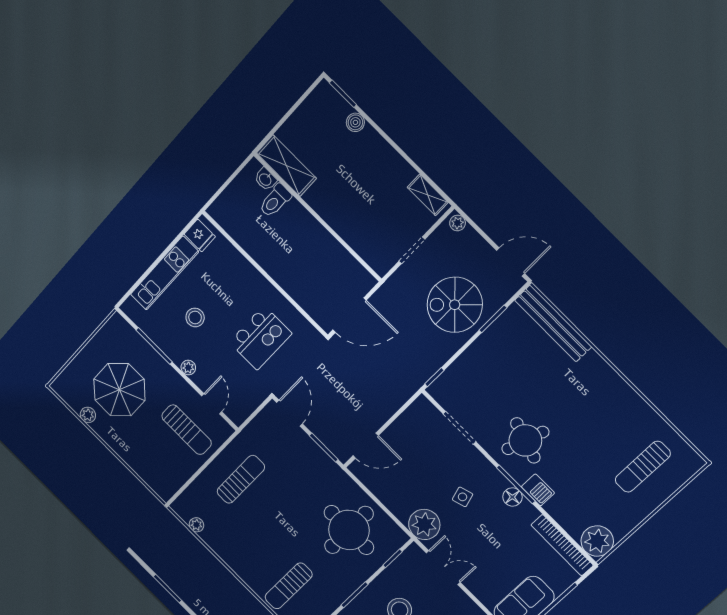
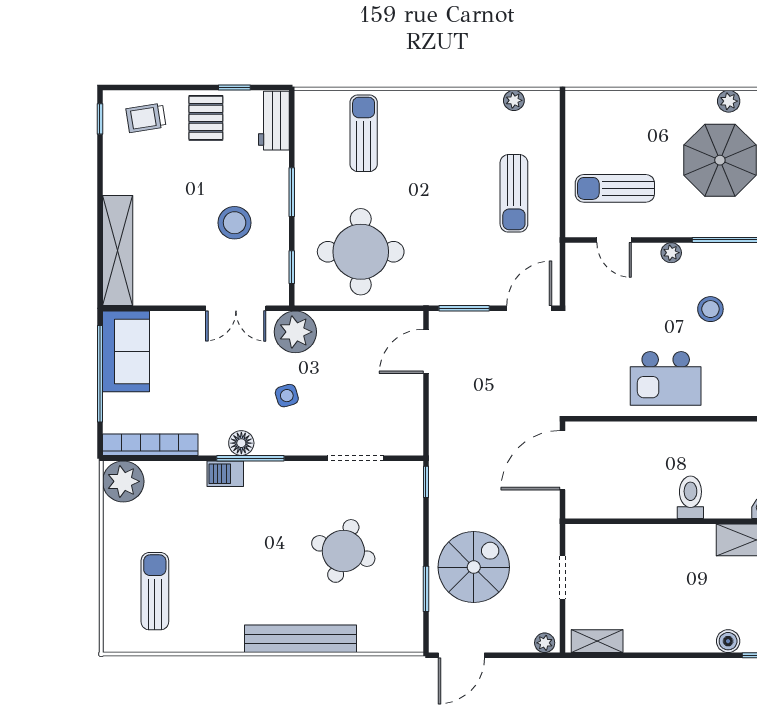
toilet: (275, 201) -> (690, 497), moved
bench: (553, 323) -> (300, 639), moved
kitchen island: (260, 338) -> (666, 378), moved, turned -90
door: (290, 413) -> (529, 308), swing flipped
round table: (525, 440) -> (343, 551), moved

